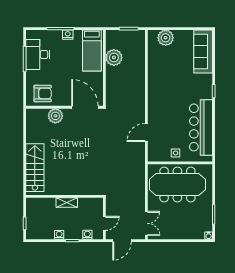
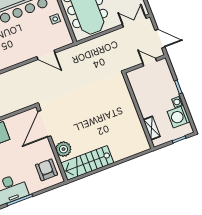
stairs: (35, 168) -> (87, 163), moved
shelving: (67, 203) -> (152, 128), moved
washing machine: (87, 235) -> (179, 117), moved, width x1.89, depth x1.89

